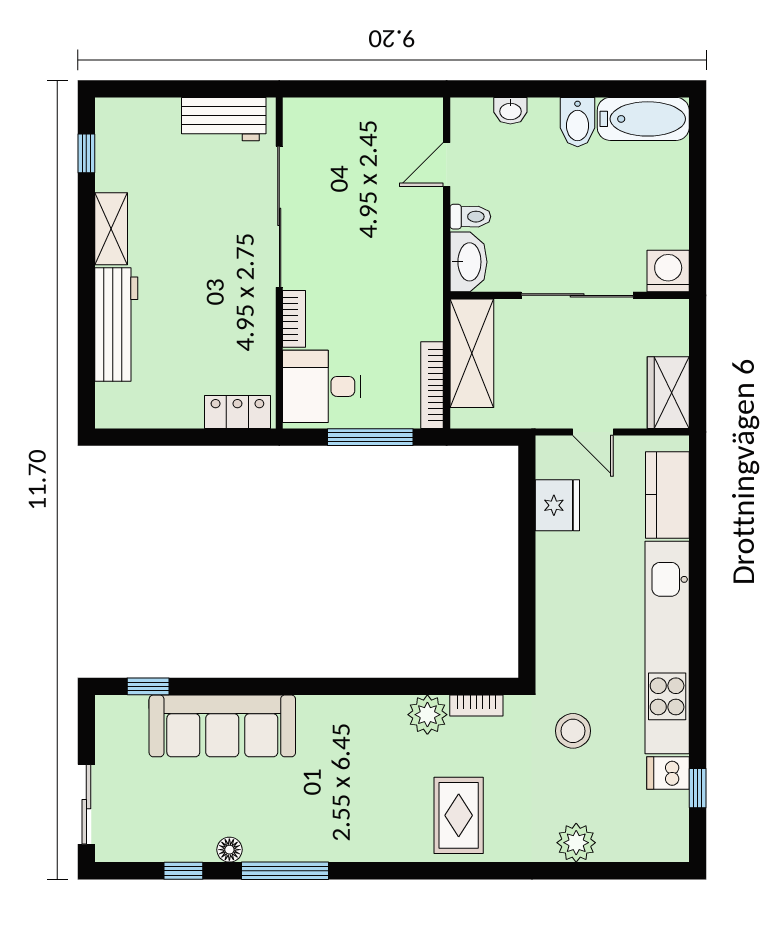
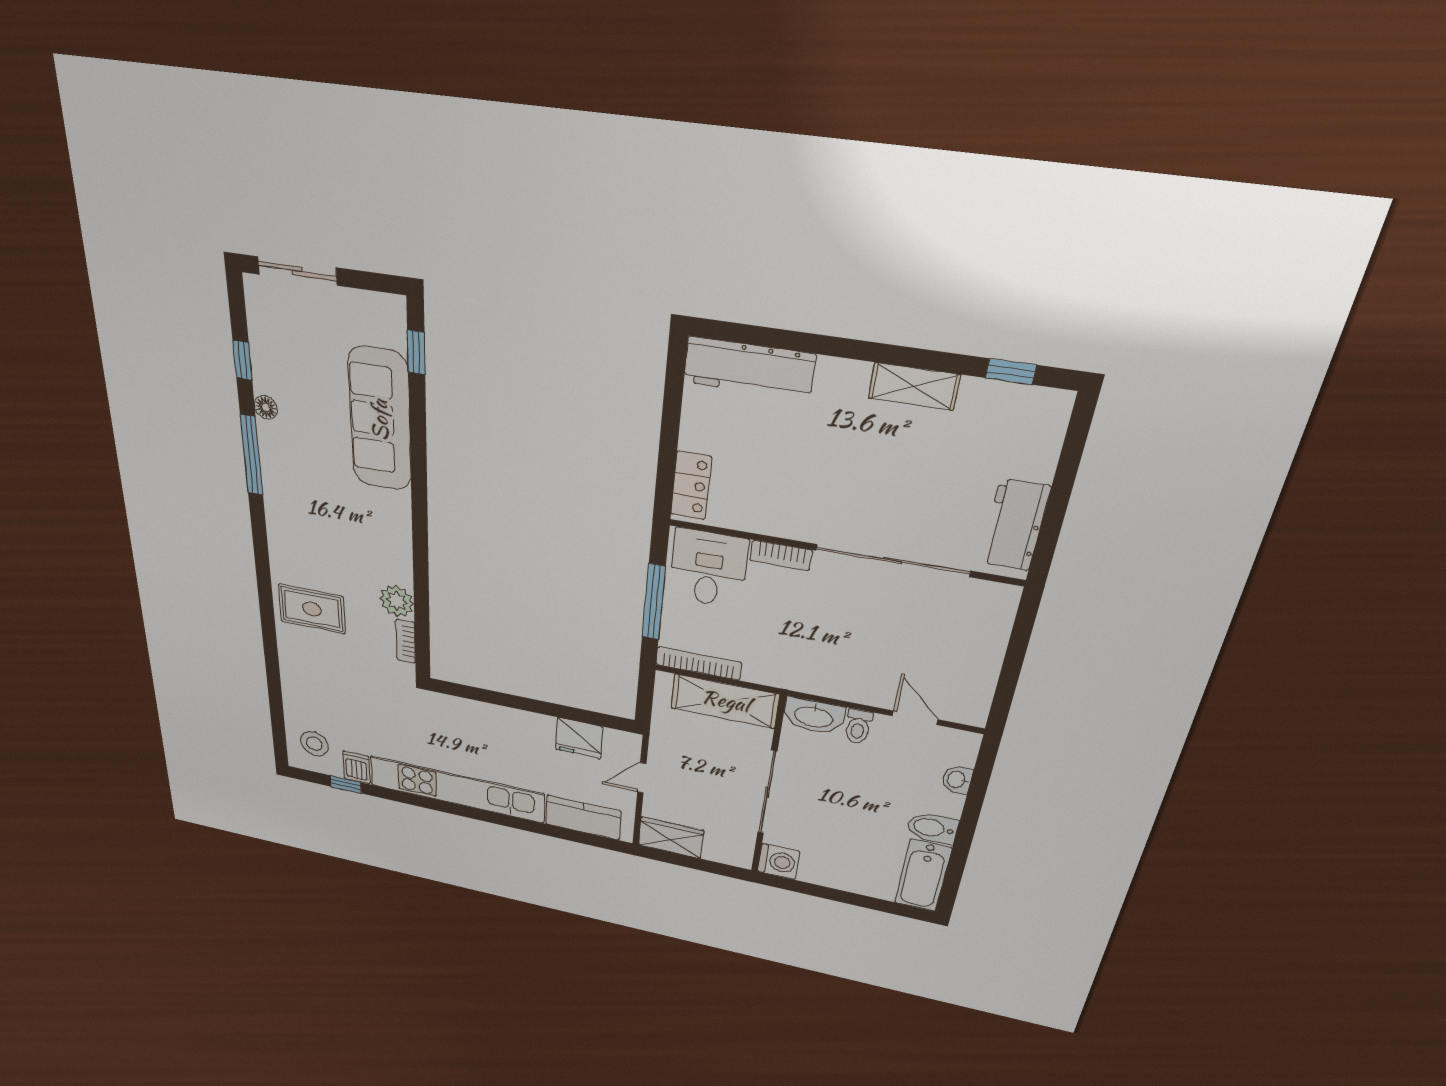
workbench: (116, 325) -> (749, 368), moved
stool: (573, 731) -> (314, 744), moved
plant: (576, 843) -> (297, 692), removed

